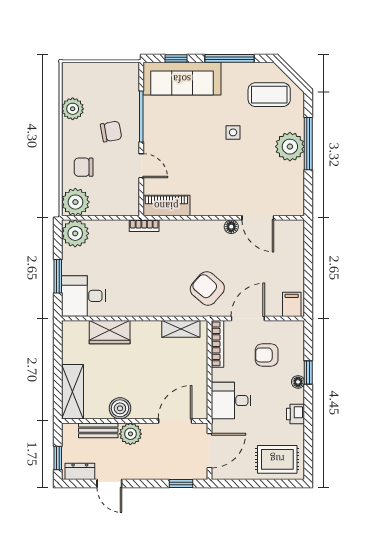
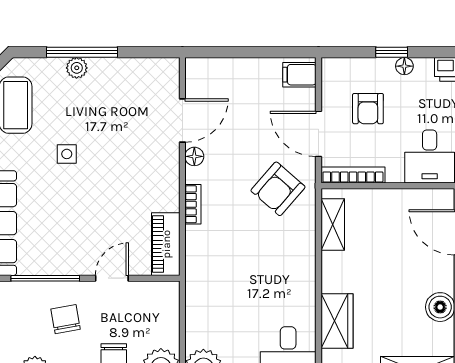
plant: (290, 147) -> (77, 68), width x0.53, depth x0.53
bookcase: (144, 226) -> (193, 204), moved

